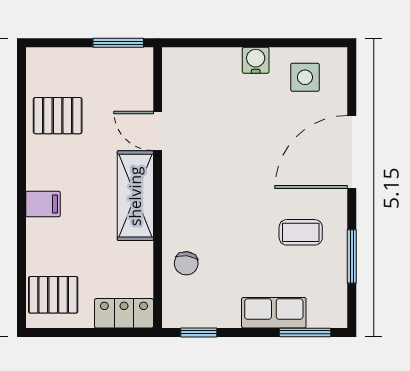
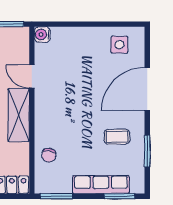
water cooler: (256, 60) -> (42, 35), moved, turned -90
row of seats: (274, 313) -> (101, 185), width x1.48
window: (199, 332) -> (56, 196), width x1.50

